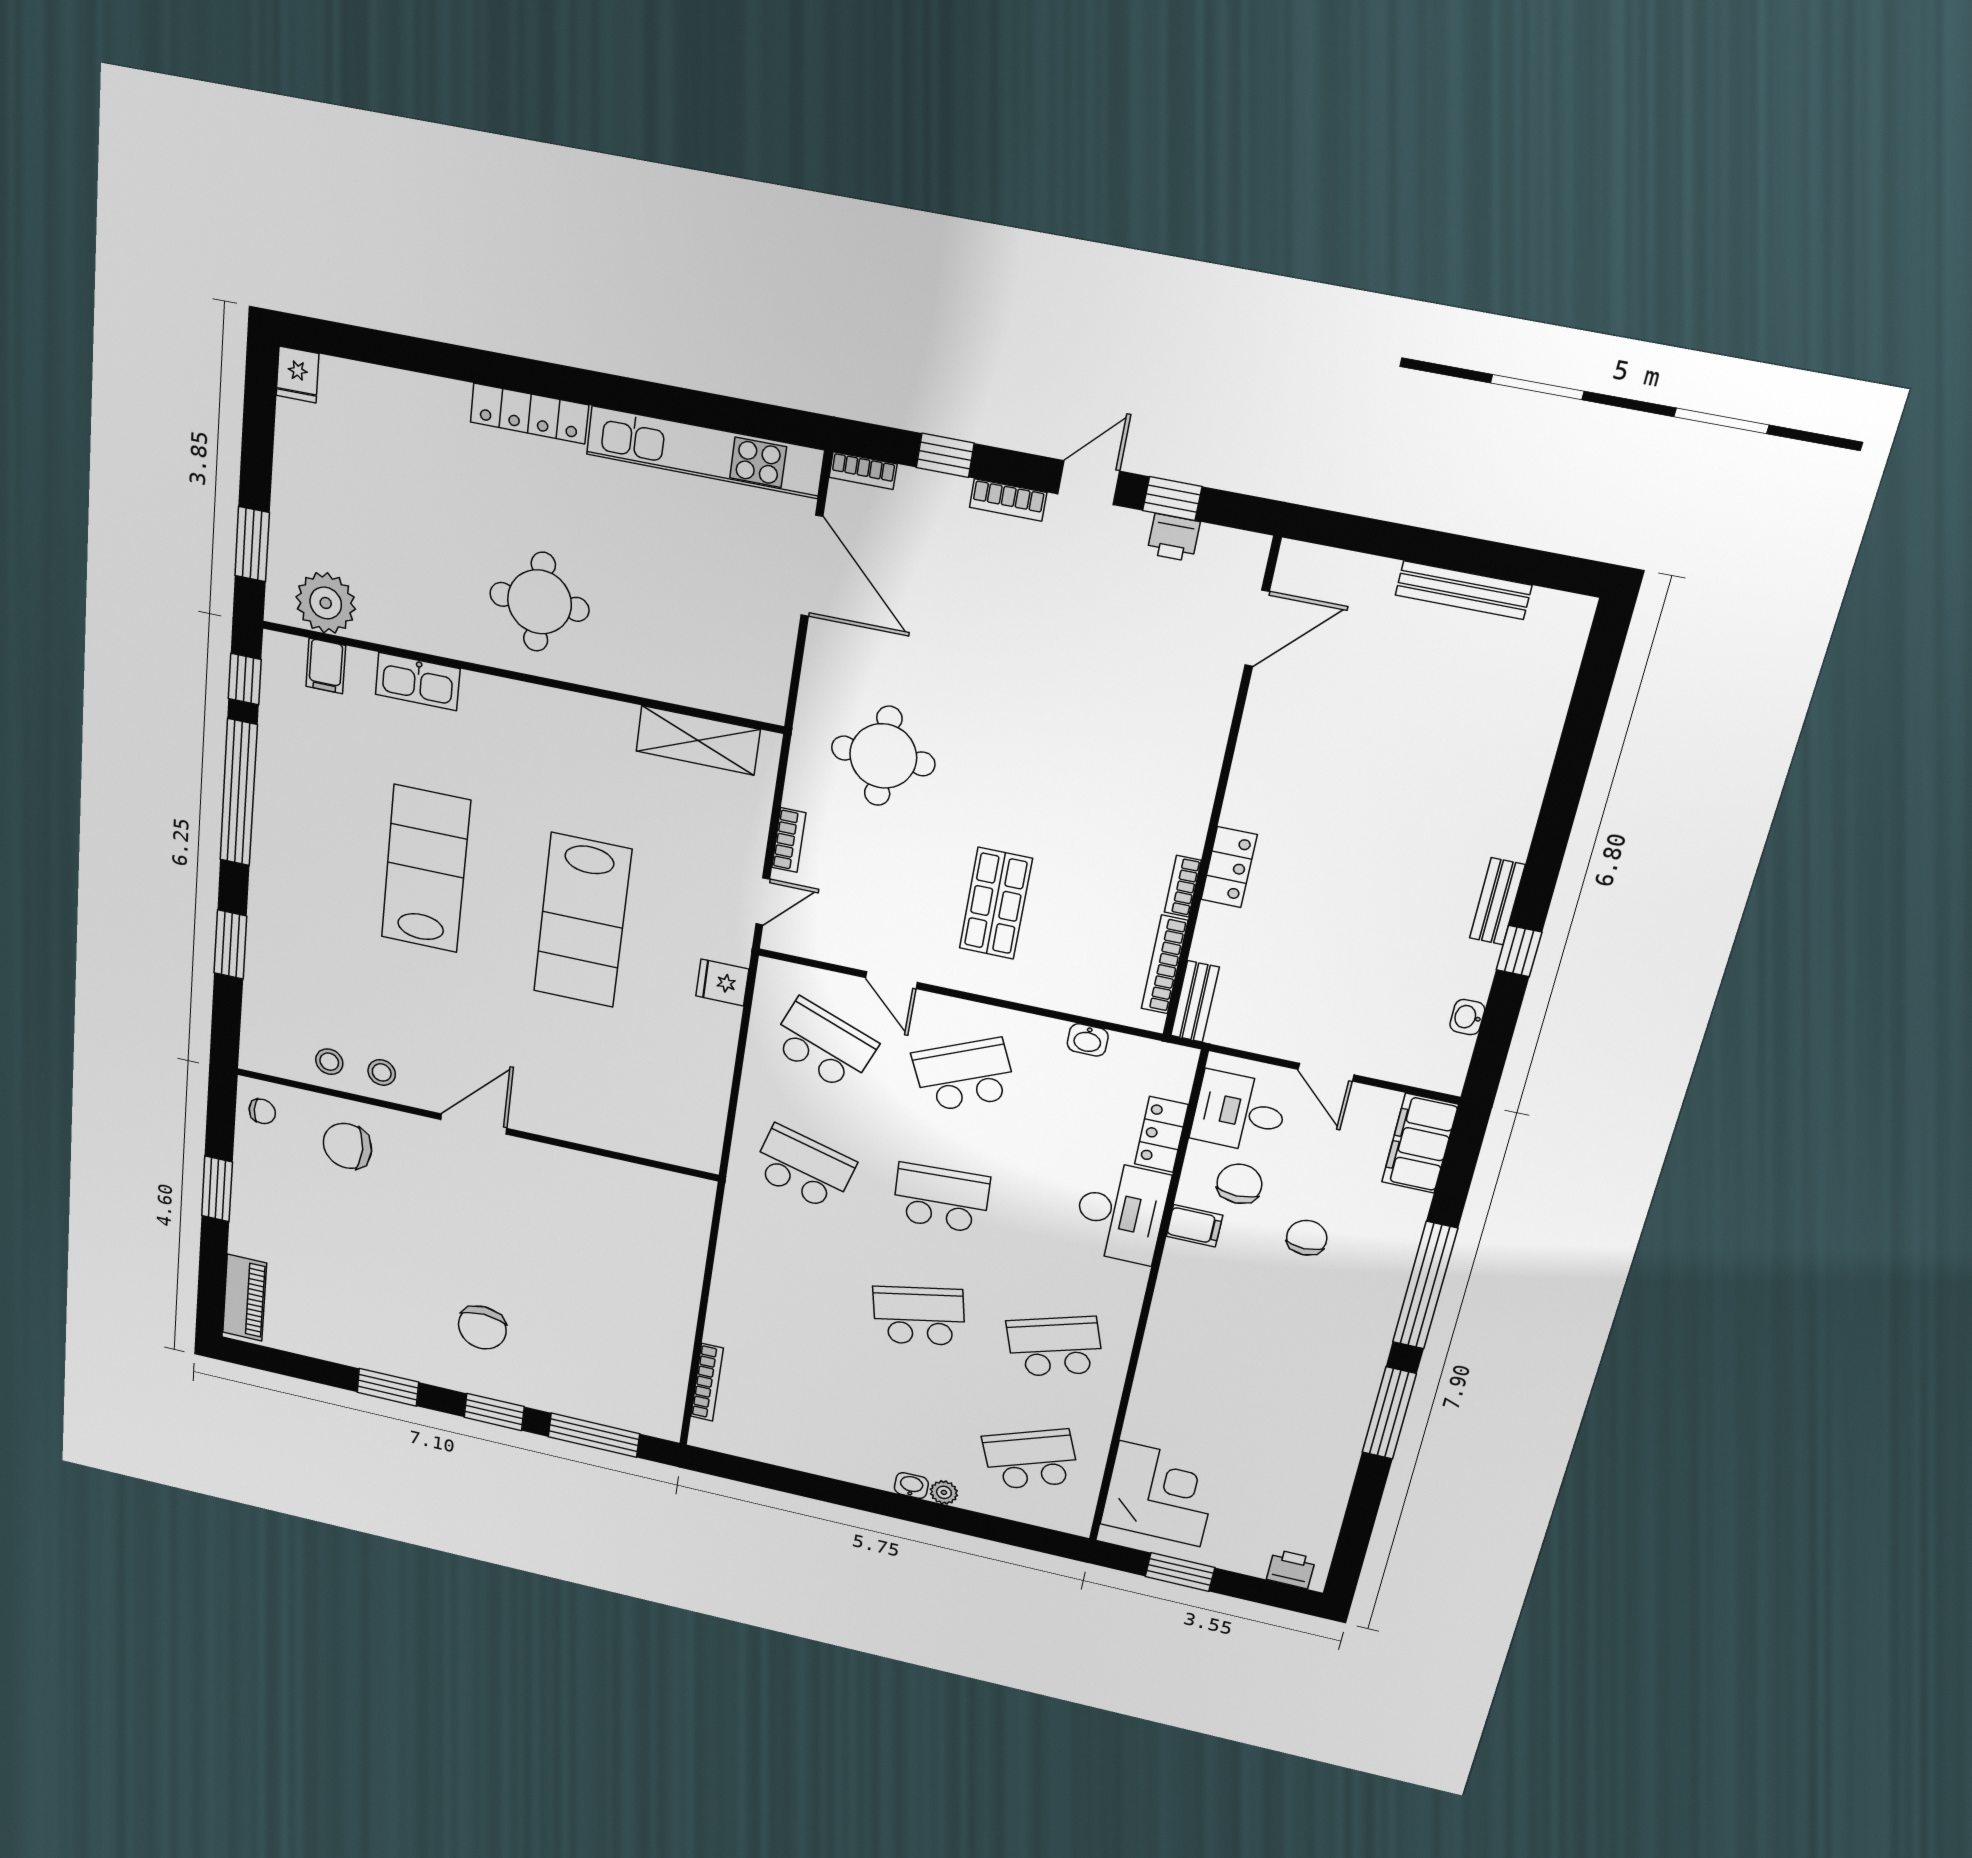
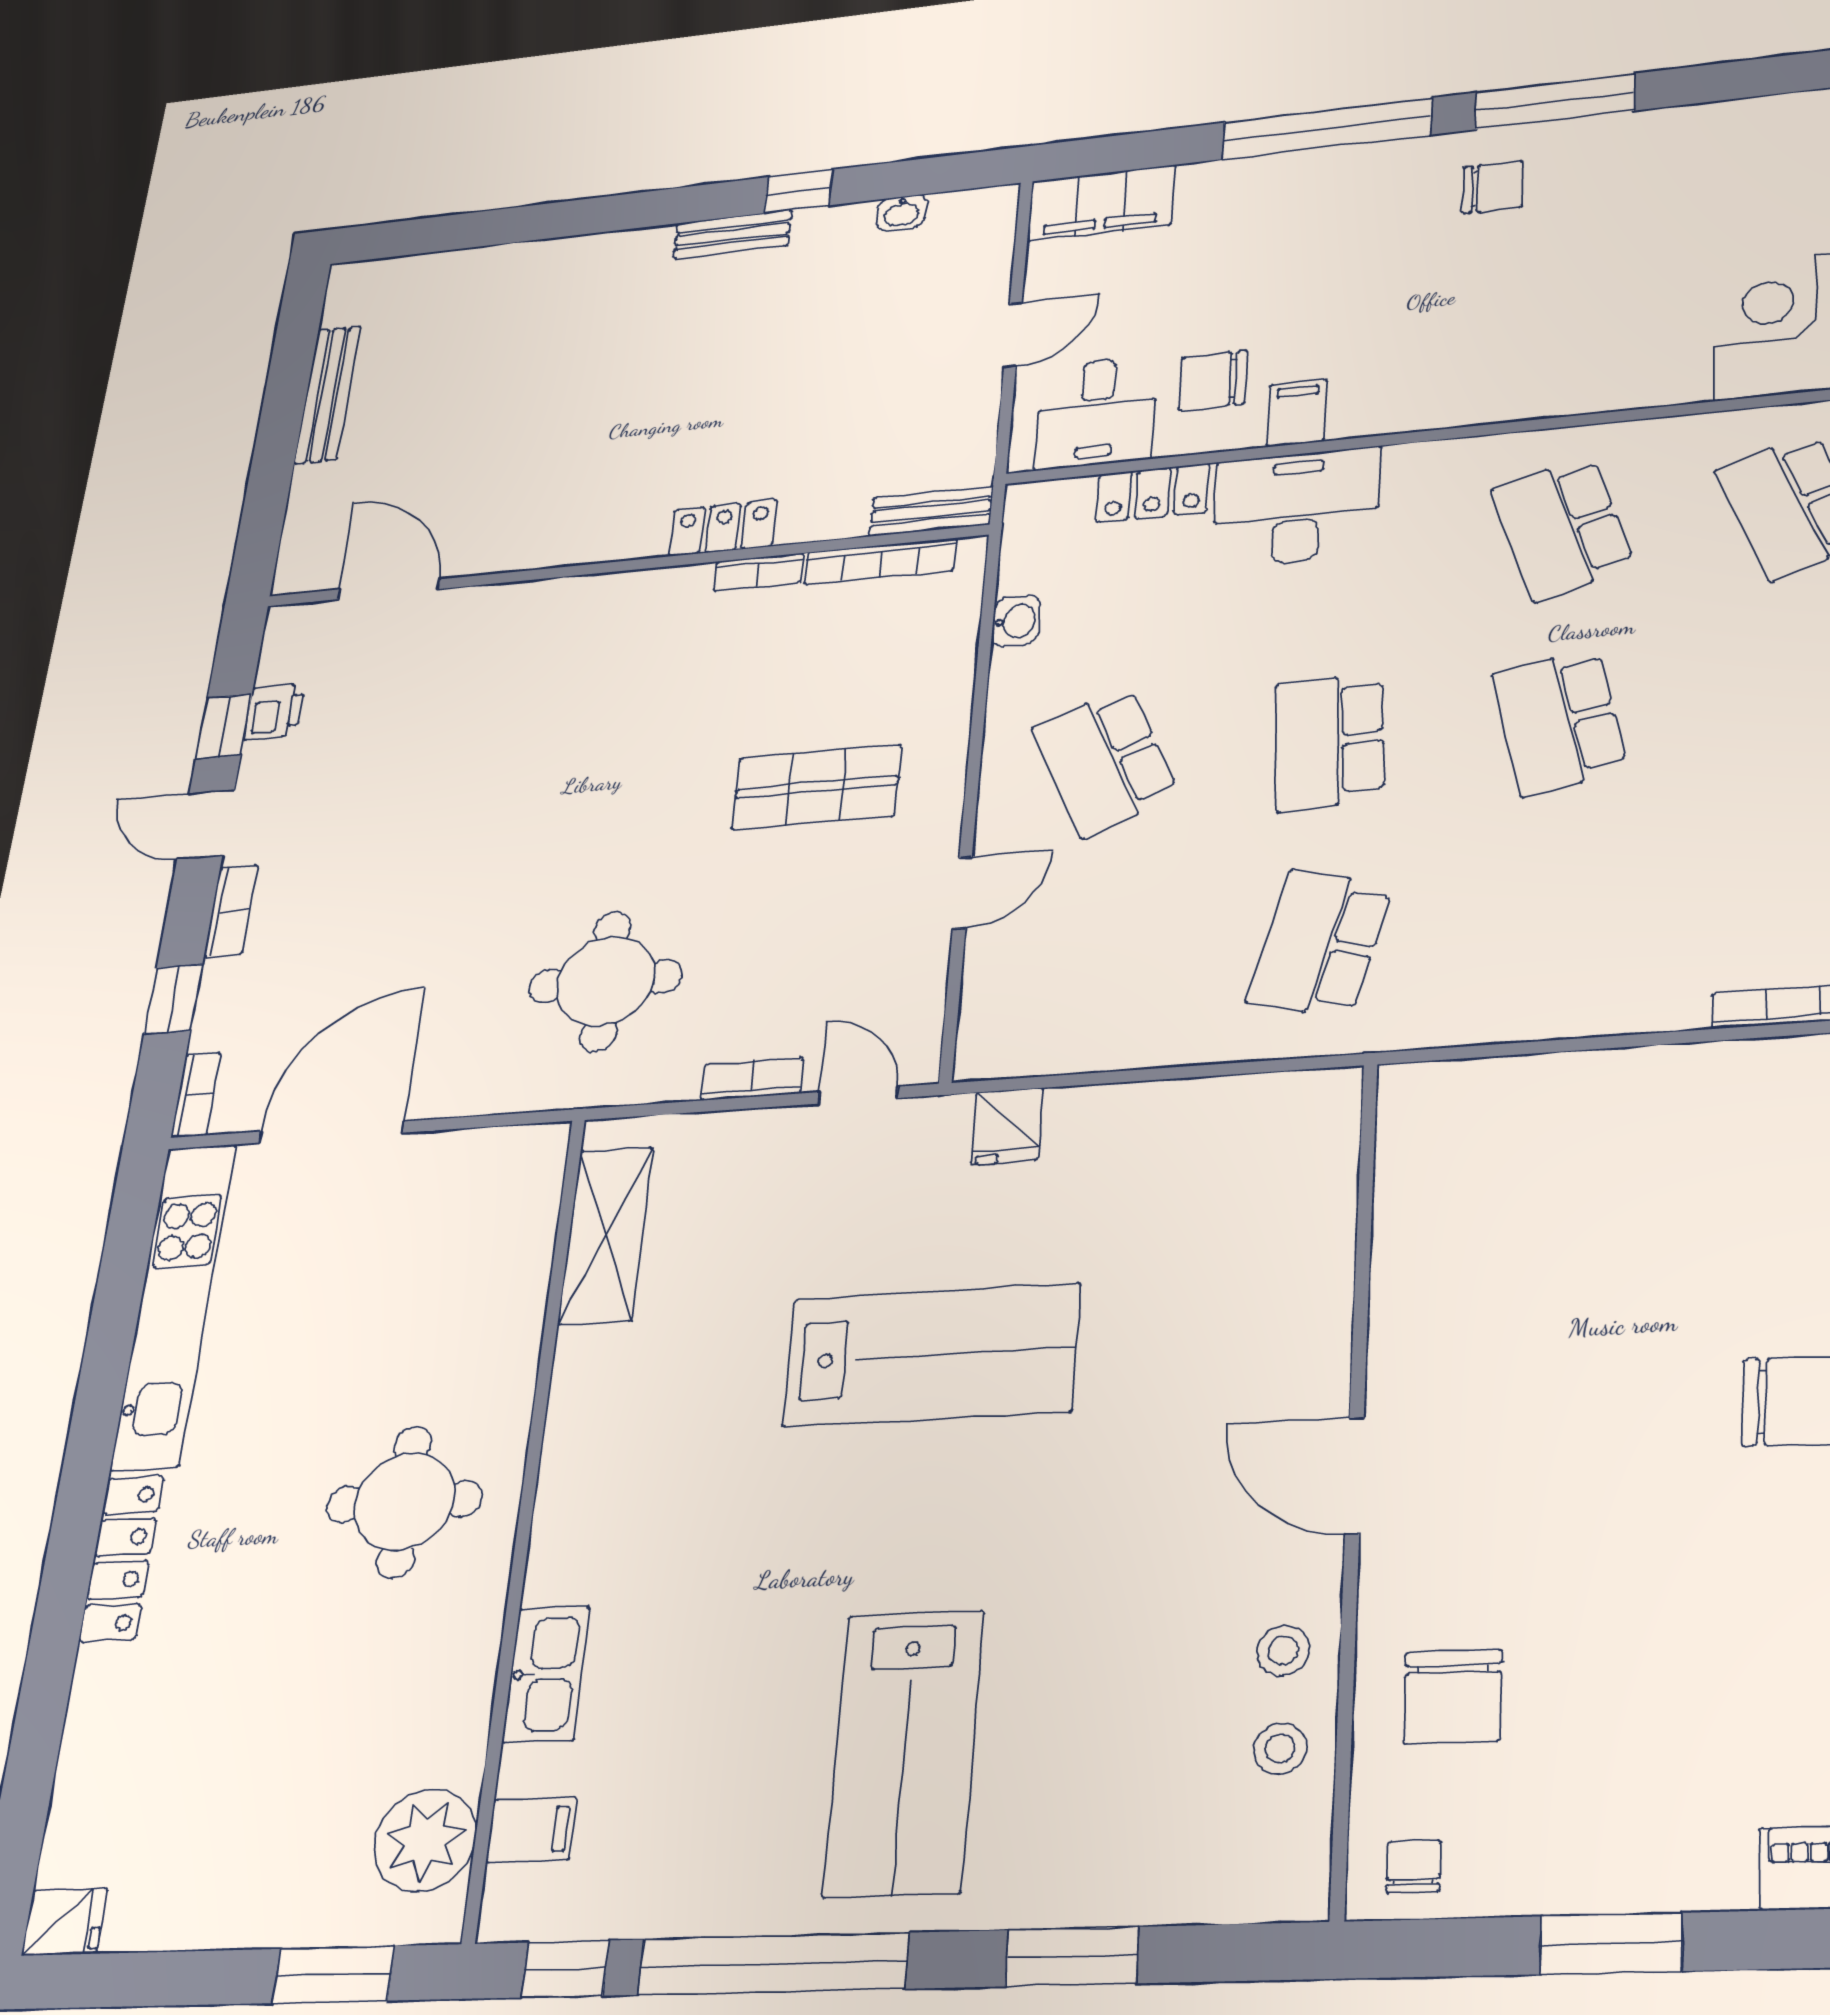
lab bench: (426, 869) -> (904, 1752), moved, turned -90
school desk: (824, 1045) -> (1090, 961), removed
chair: (1307, 1238) -> (1493, 187), moved, turned 180

